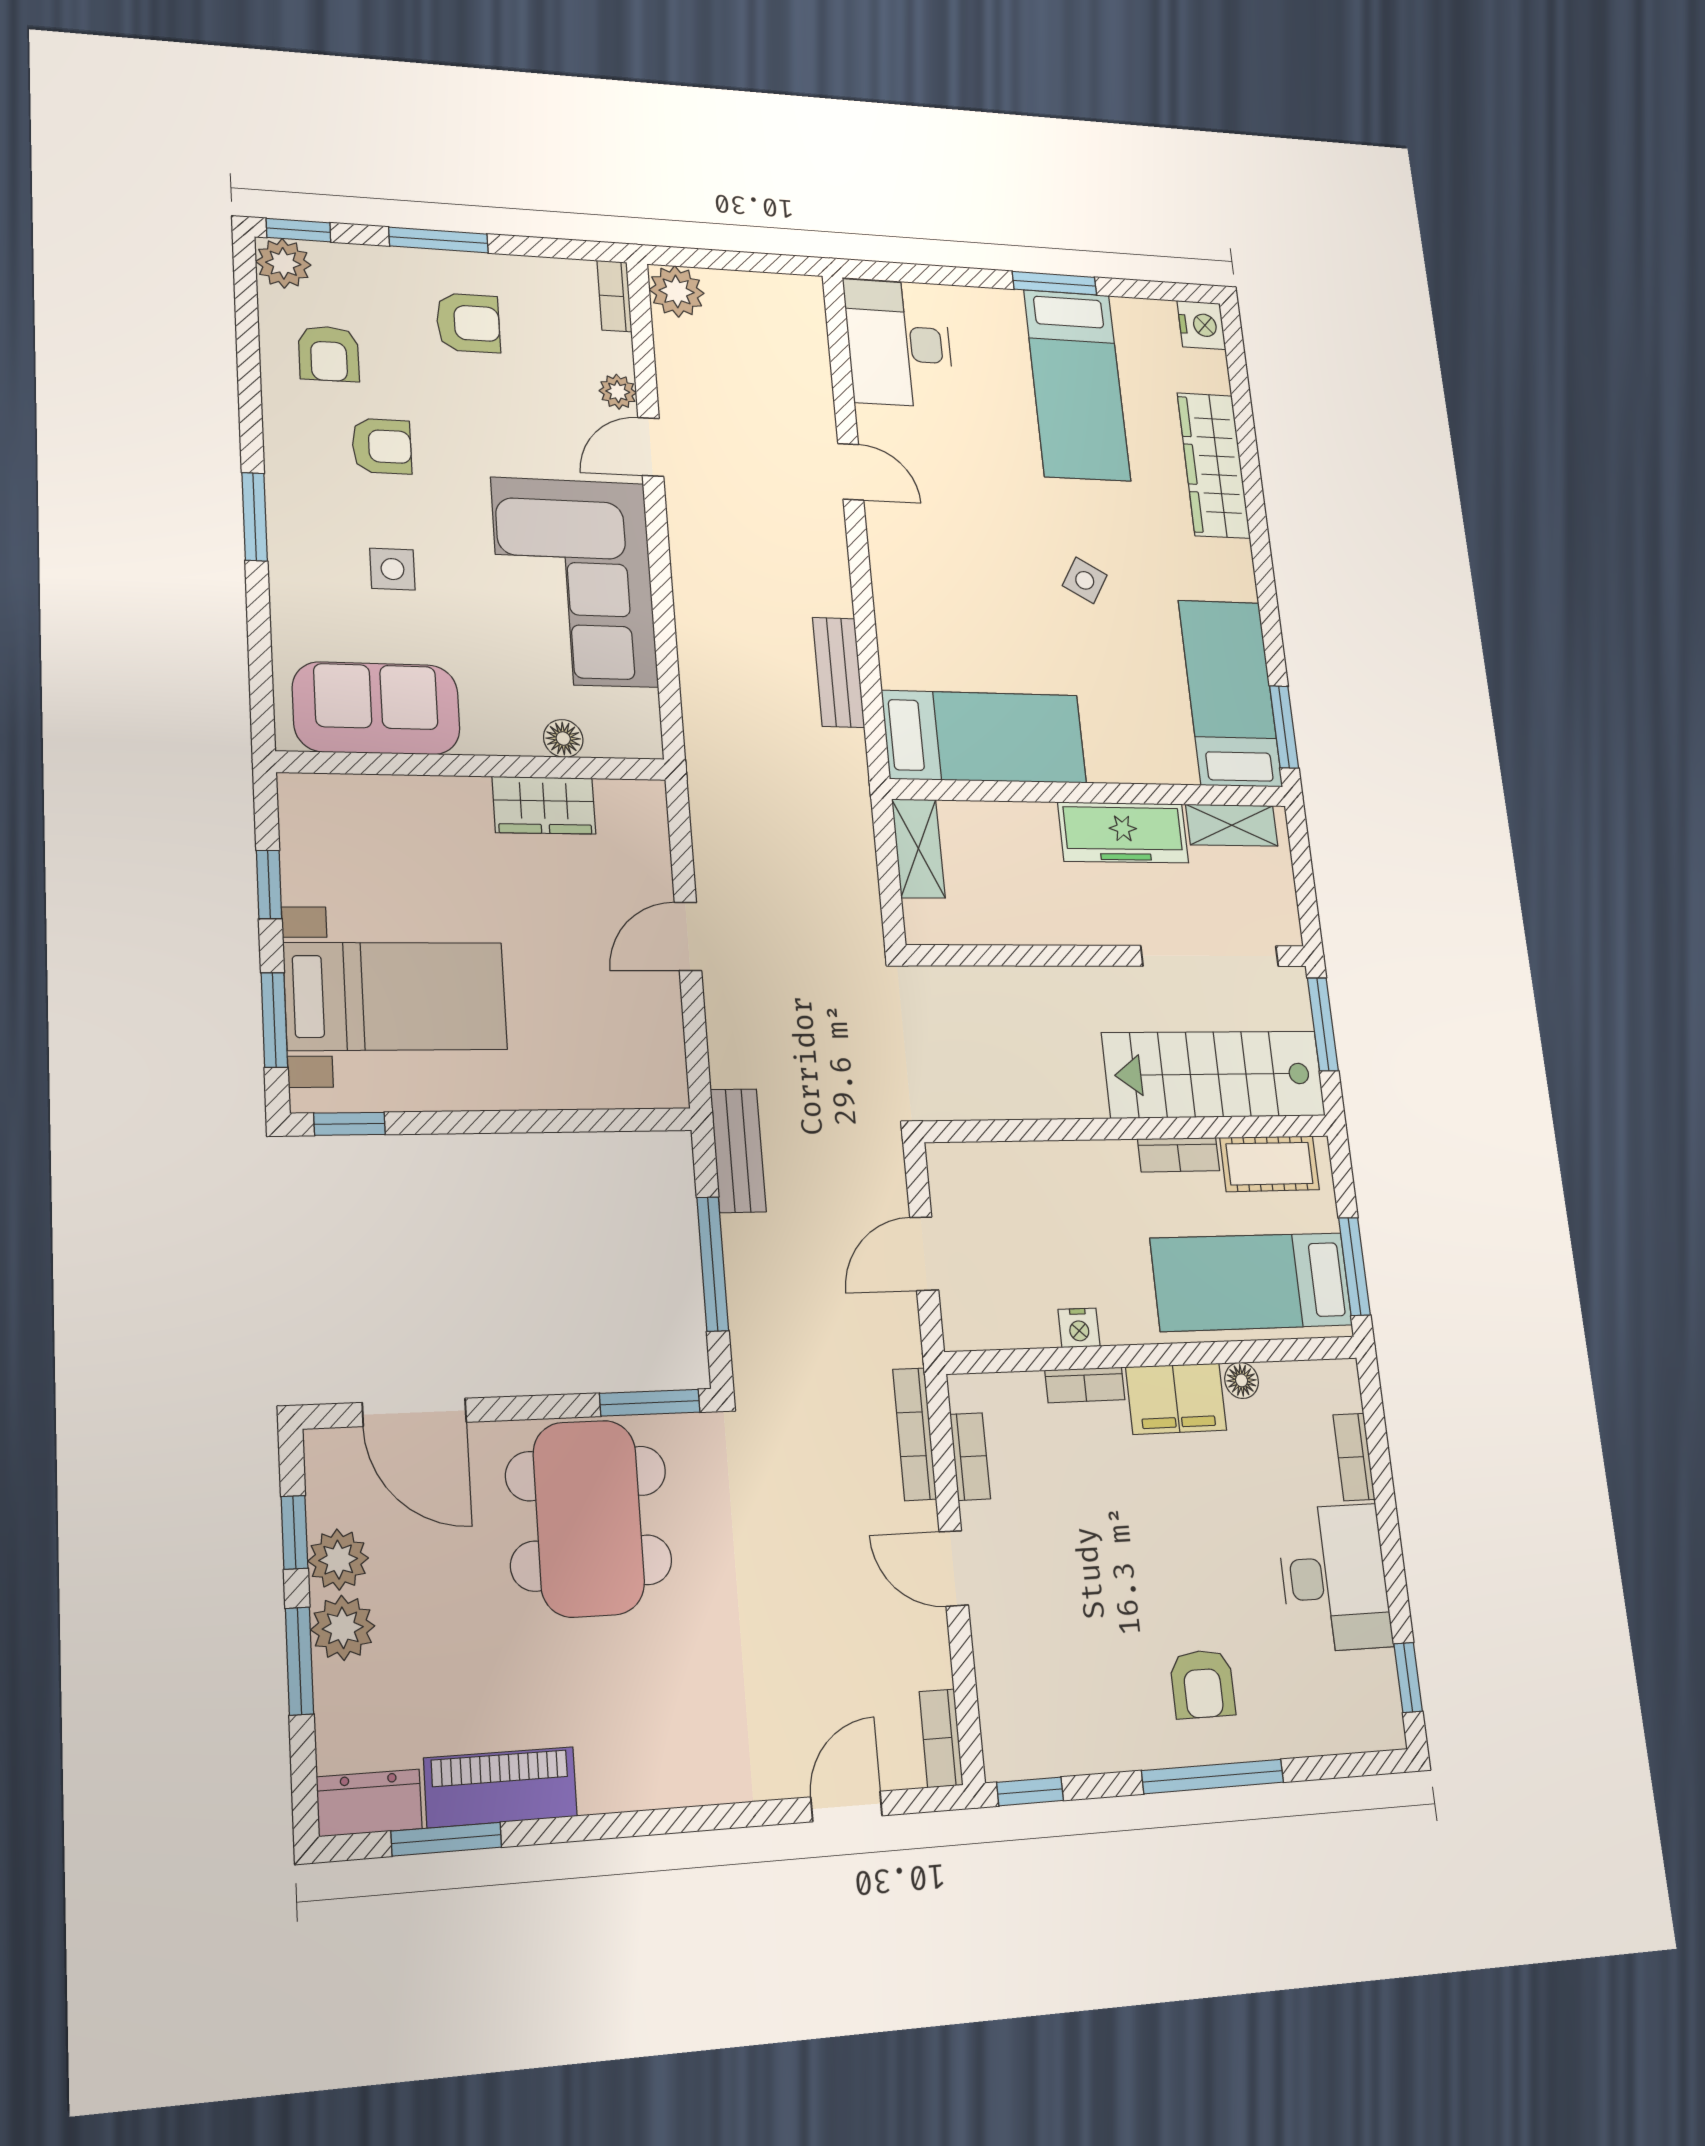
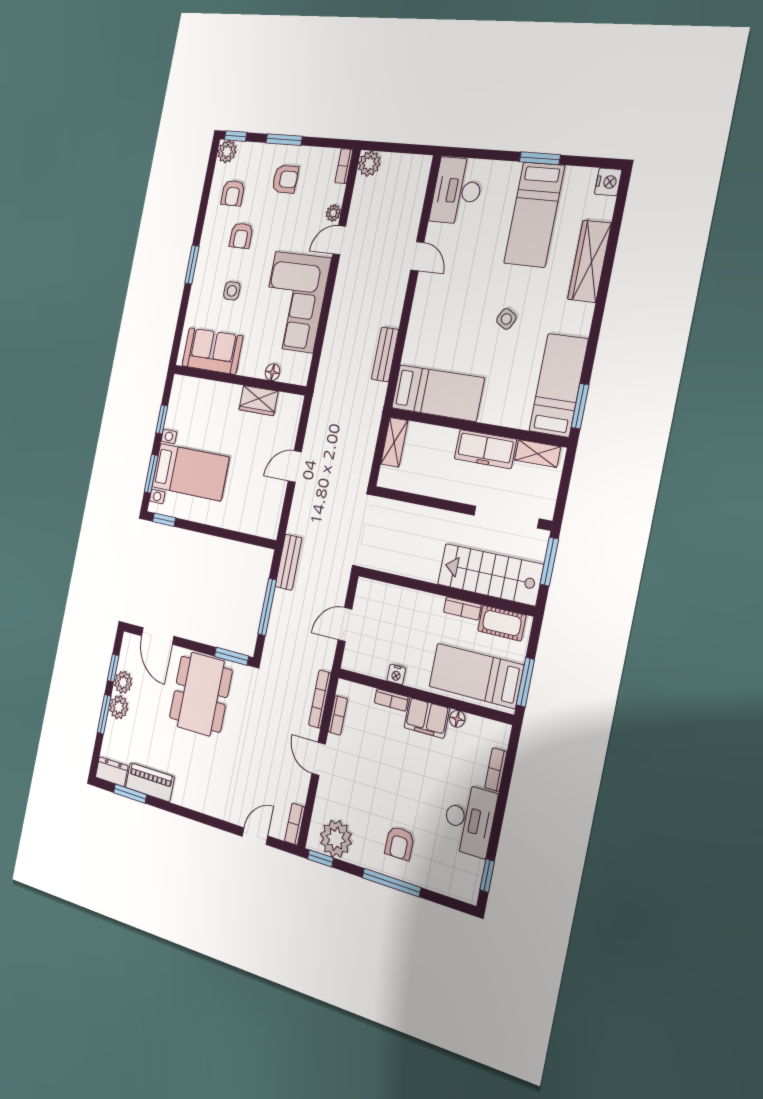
armchair: (382, 446) -> (241, 236), turned 90
plant: (1053, 1732) -> (336, 839), added

